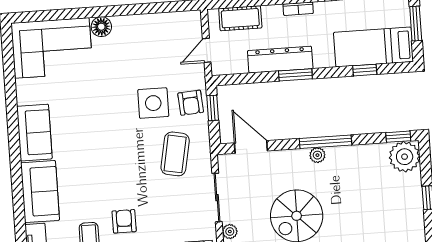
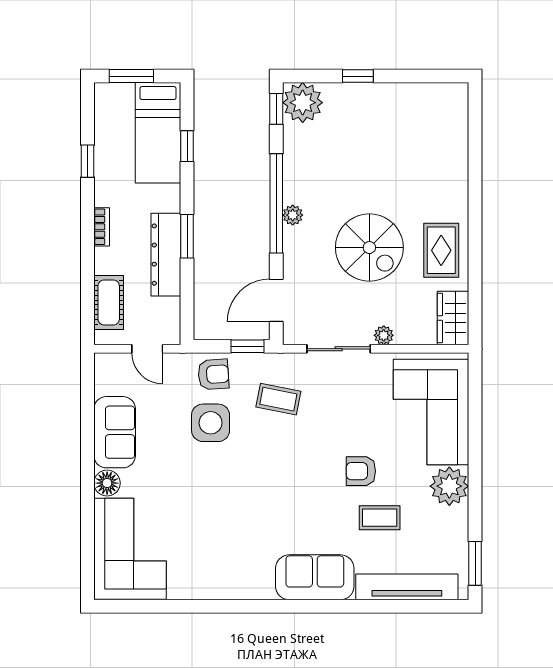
window: (213, 108) -> (247, 346), moved
sofa: (34, 133) -> (115, 432), moved, turned 90
window: (326, 142) -> (276, 203), width x1.46
coffee table: (175, 154) -> (278, 399), width x0.73, depth x0.77

